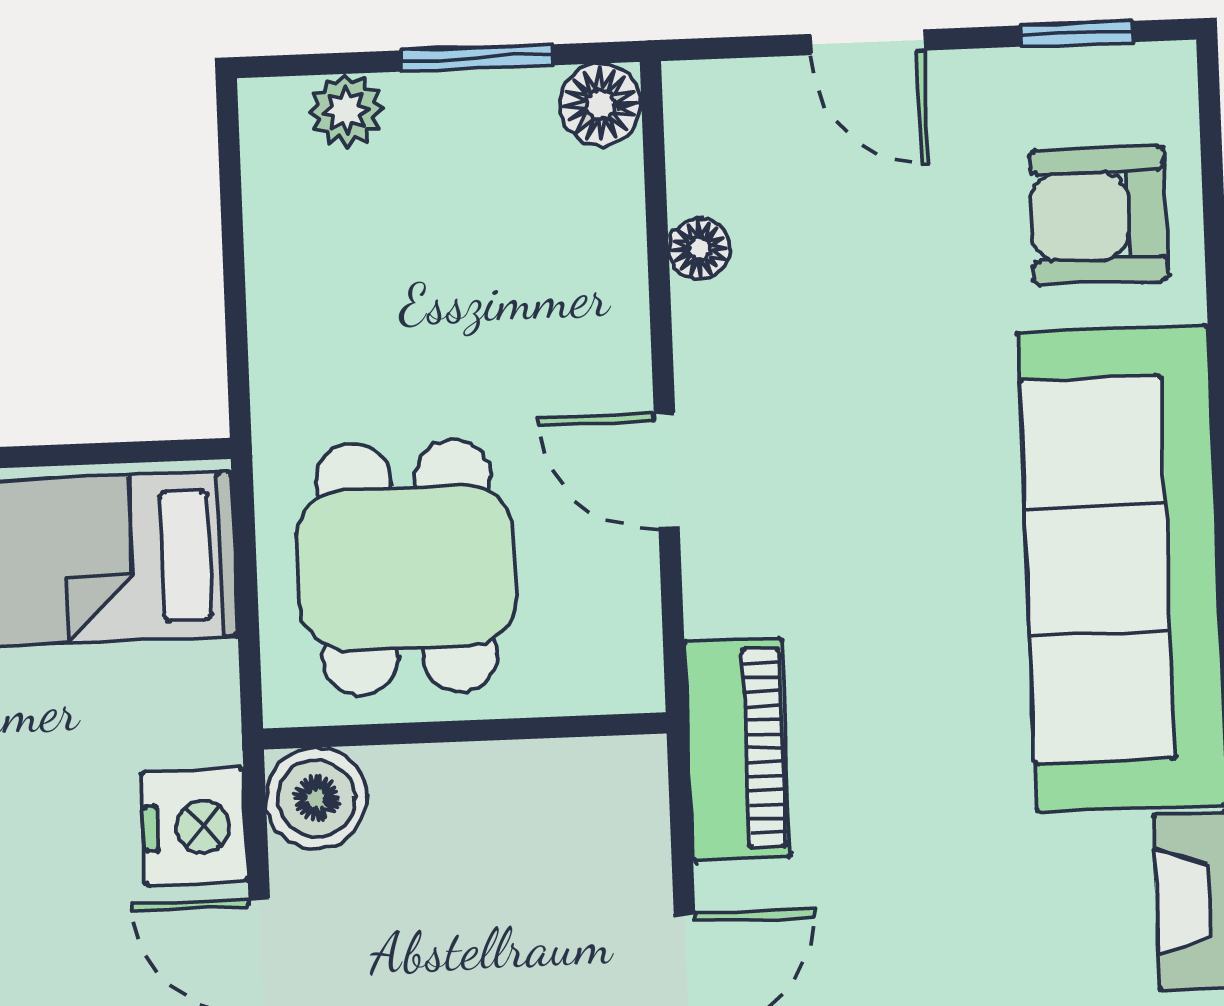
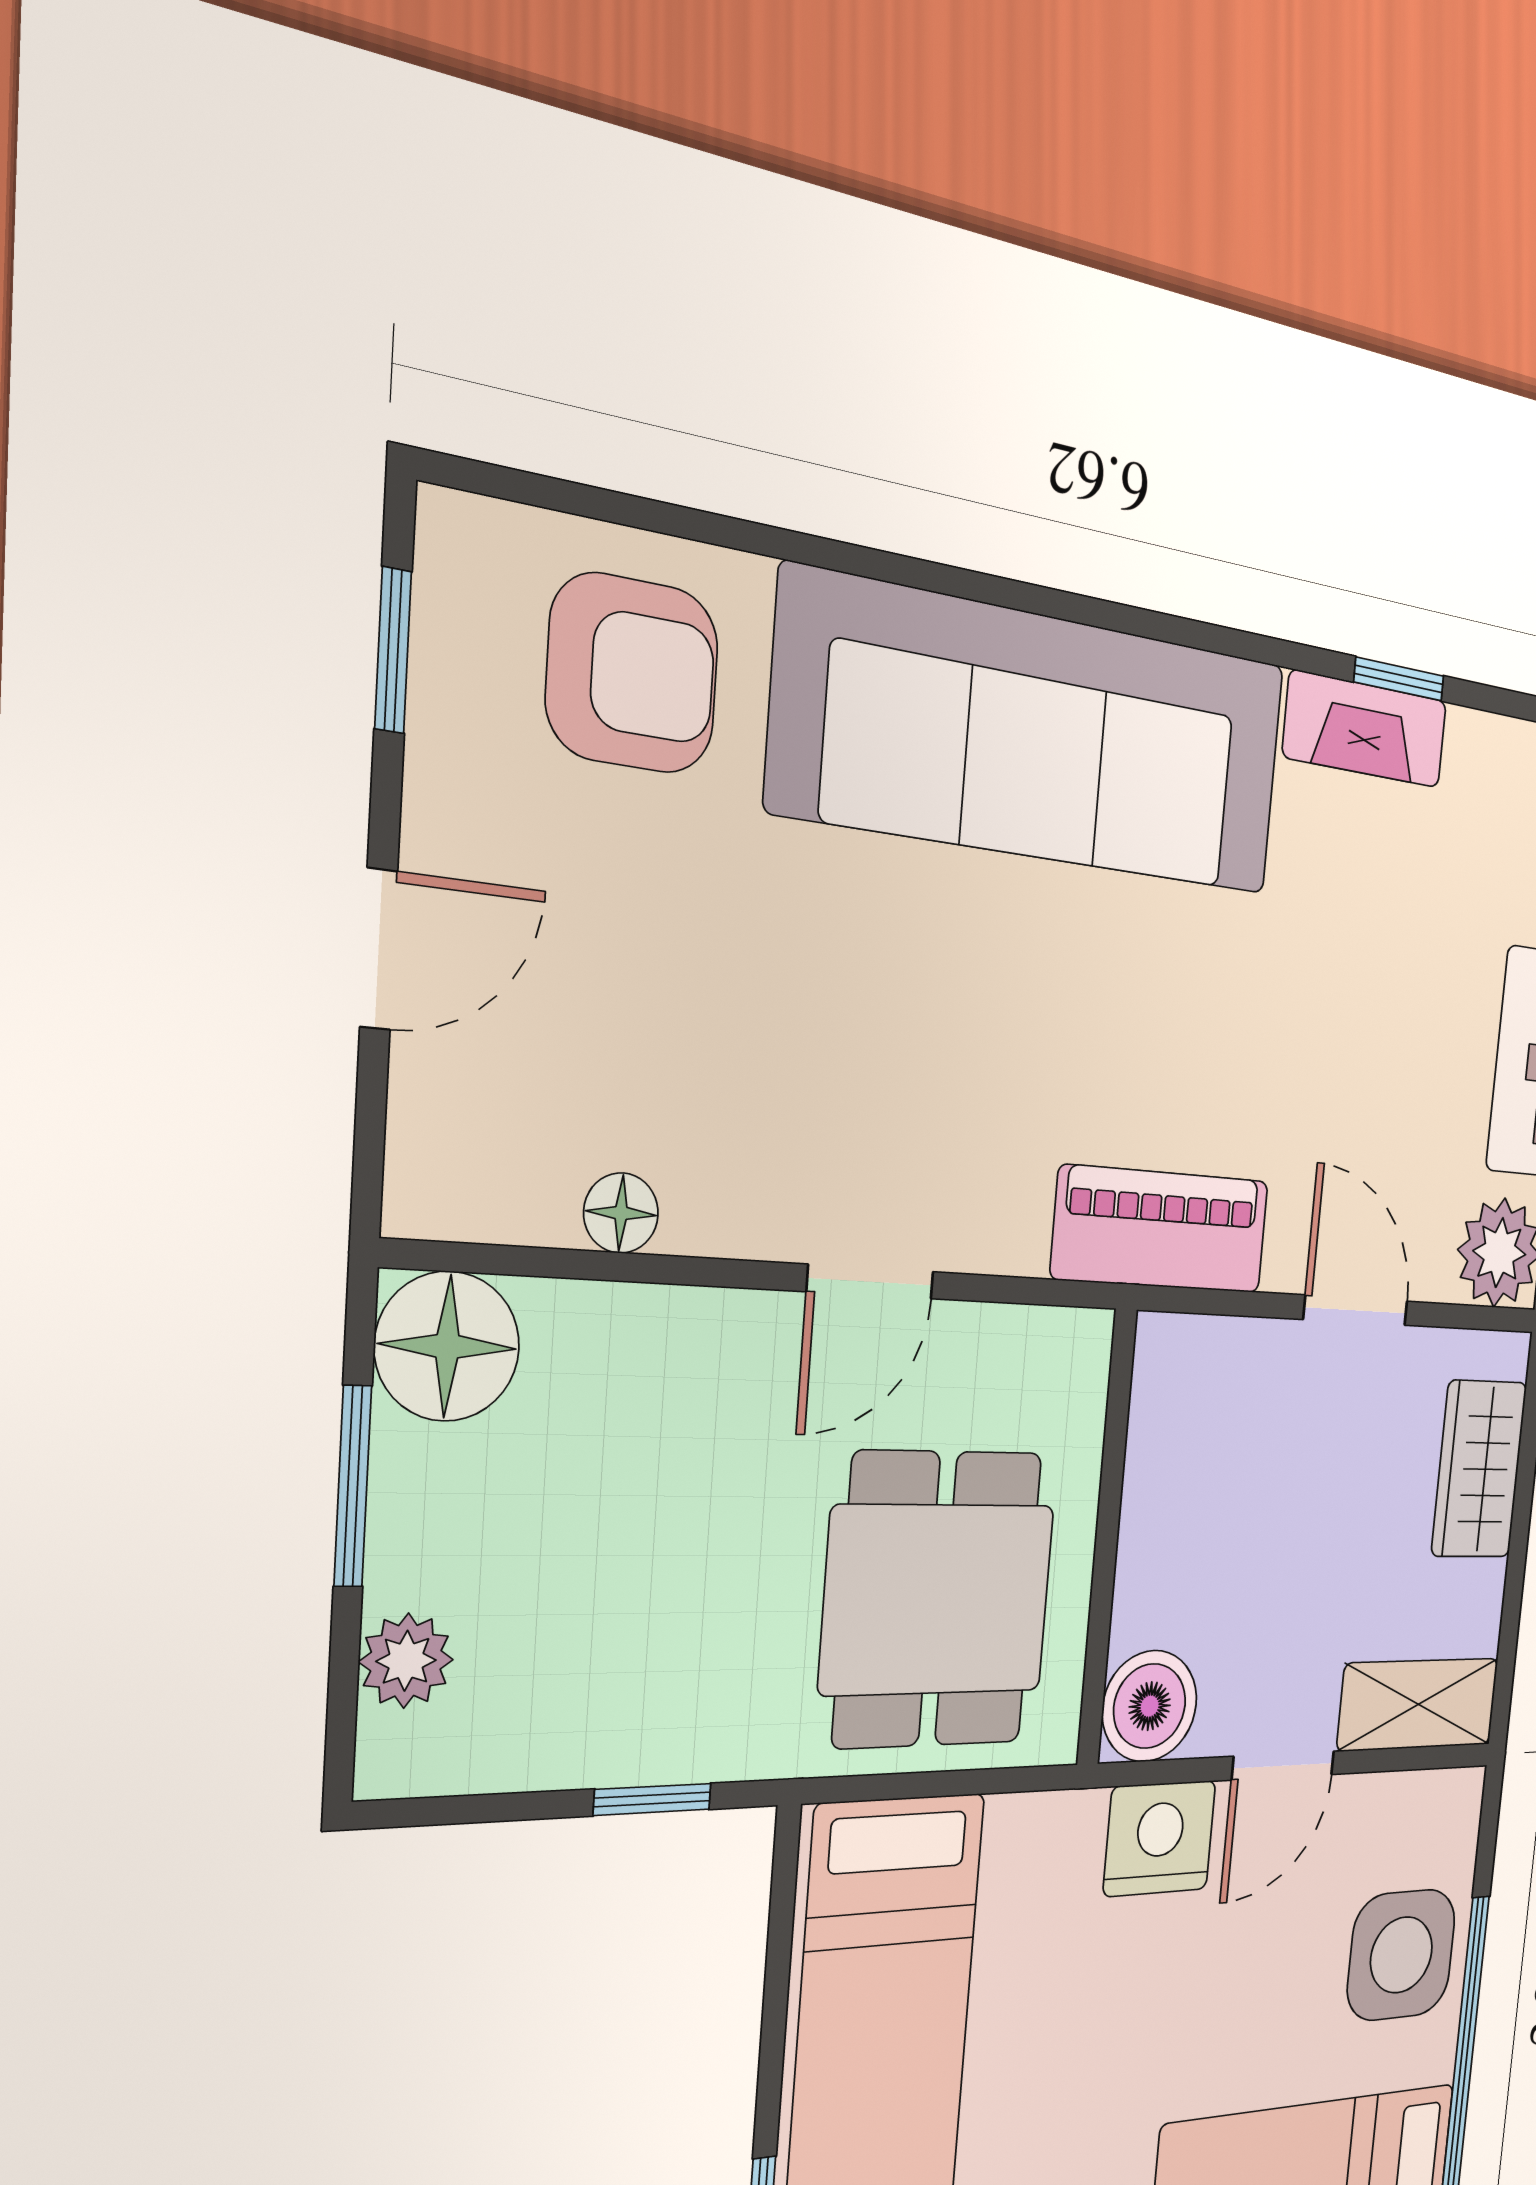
floor lamp: (601, 104) -> (447, 1346), width x1.38, depth x1.38
armchair: (1099, 216) -> (632, 673), turned -90
window: (236, 325) -> (652, 1799), added
dining table: (407, 568) -> (938, 1599), turned 90

